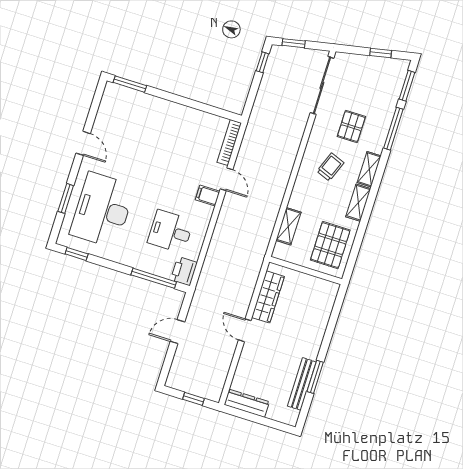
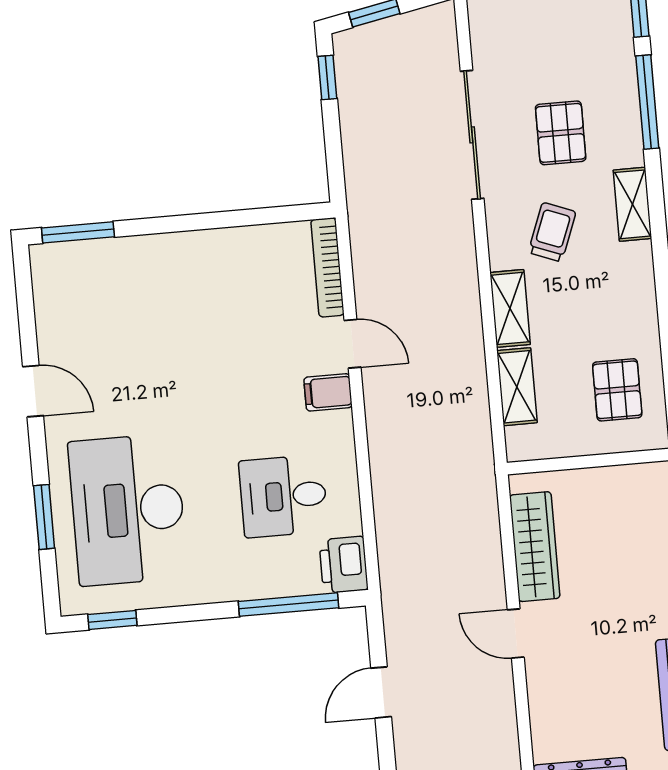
sliding door: (322, 85) -> (472, 135), moved
shelving: (358, 203) -> (510, 308), moved
pallet: (330, 245) -> (617, 390), width x0.67, depth x0.71

